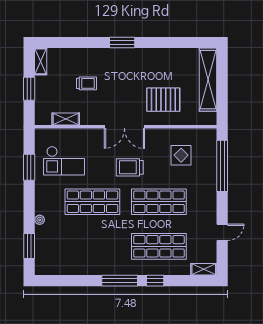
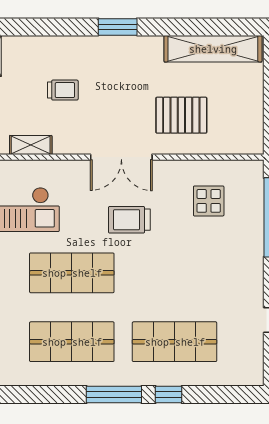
shelving: (208, 80) -> (213, 49), moved, turned 90
shop shelf: (159, 202) -> (72, 342), moved
shelving: (204, 269) -> (244, 377), removed

